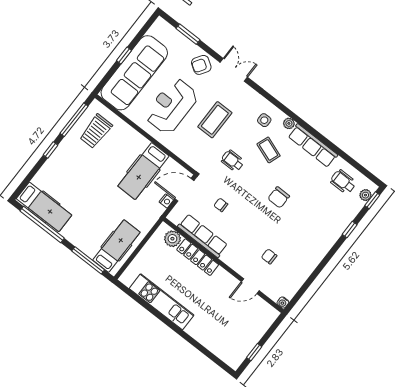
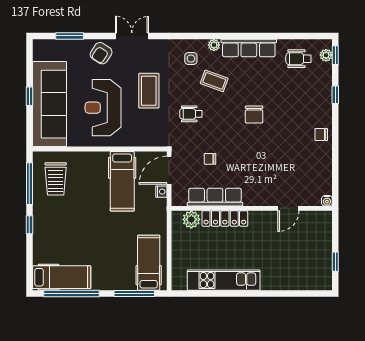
chair: (269, 256) -> (321, 135), moved

